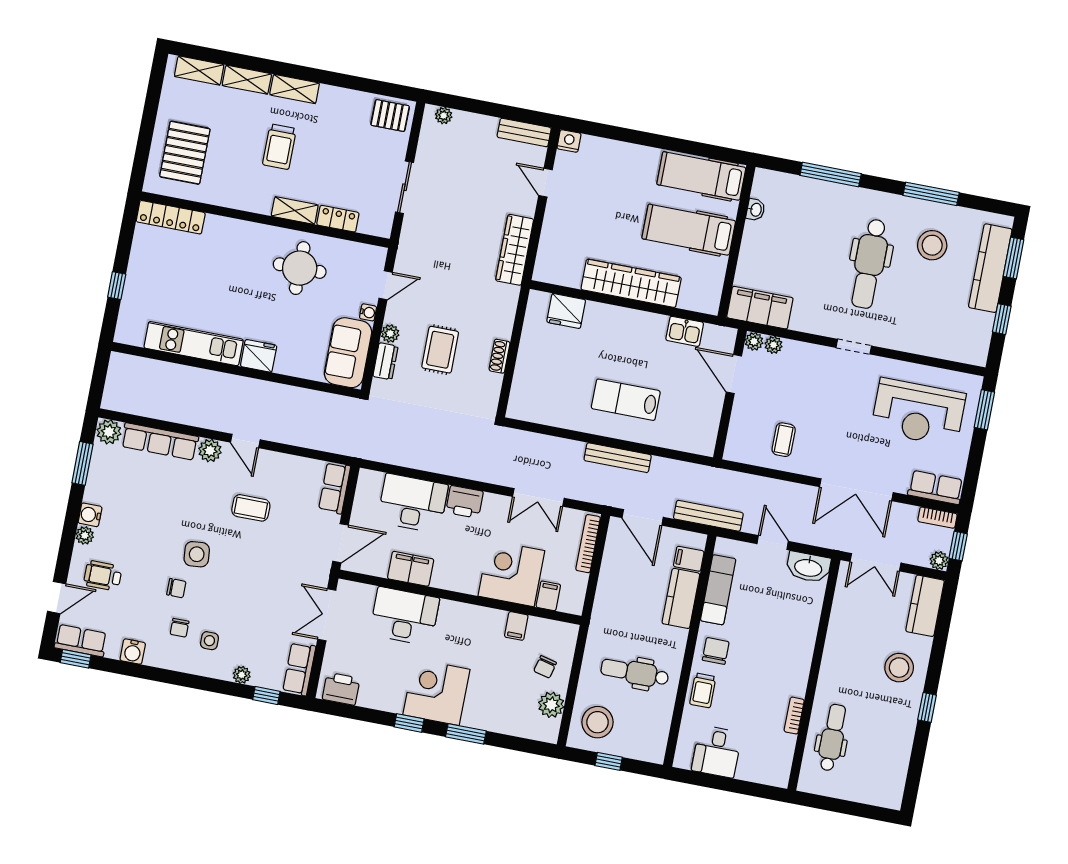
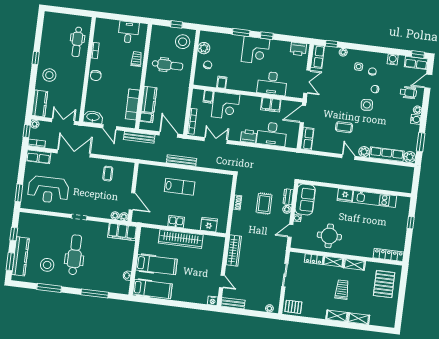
shelving: (199, 71) -> (354, 264), moved
kitchen sink: (685, 331) -> (176, 222), moved
reception desk: (918, 412) -> (48, 190), turned 180
chair: (716, 651) -> (96, 75), moved

